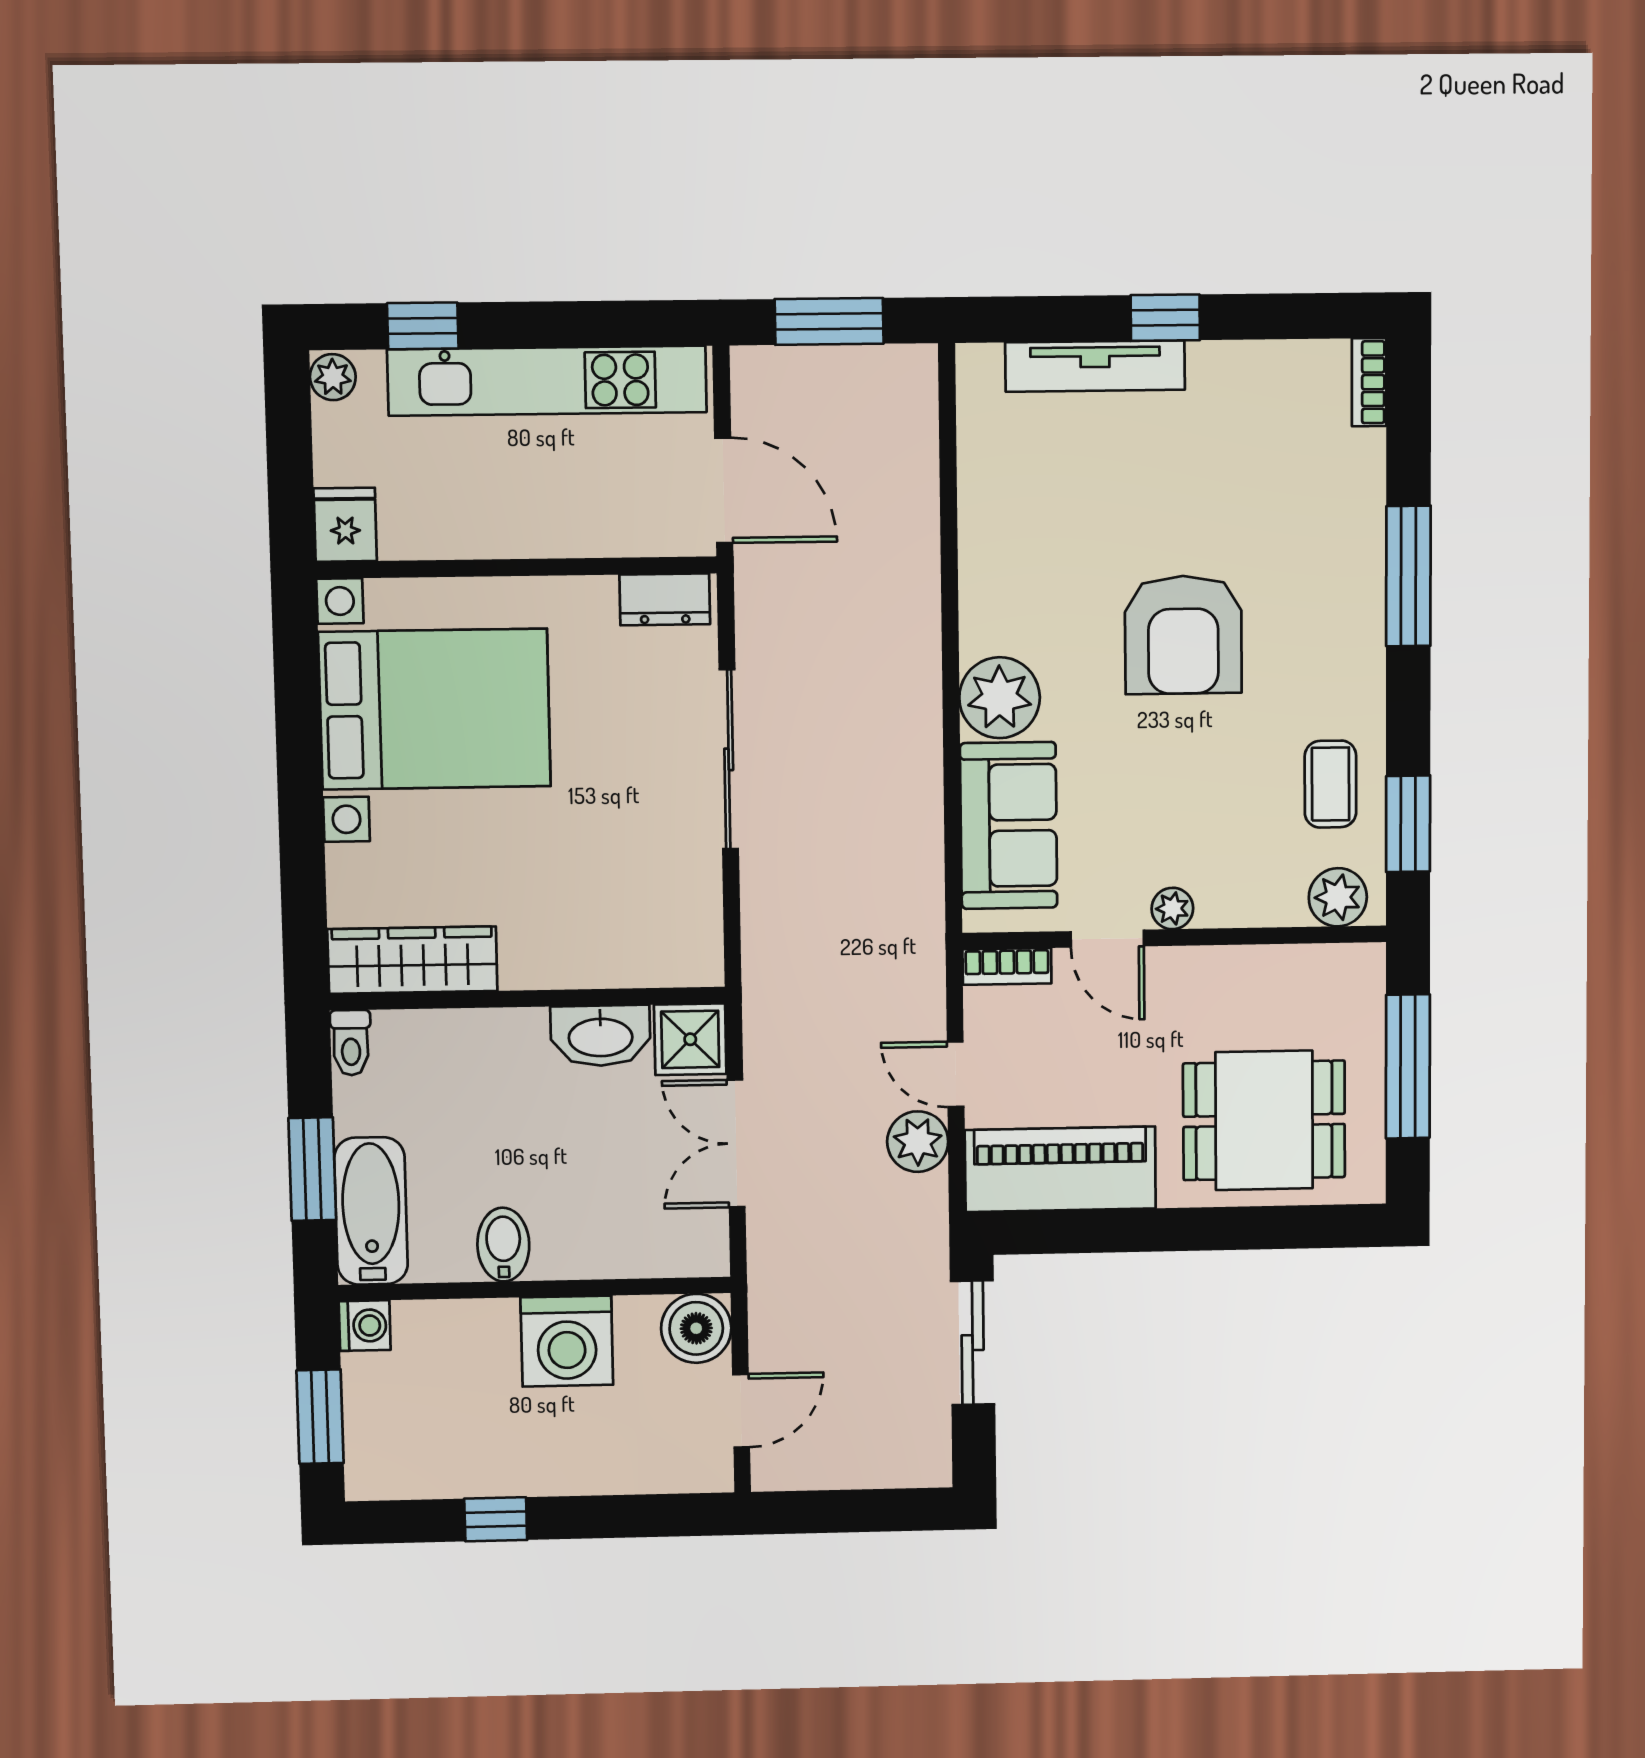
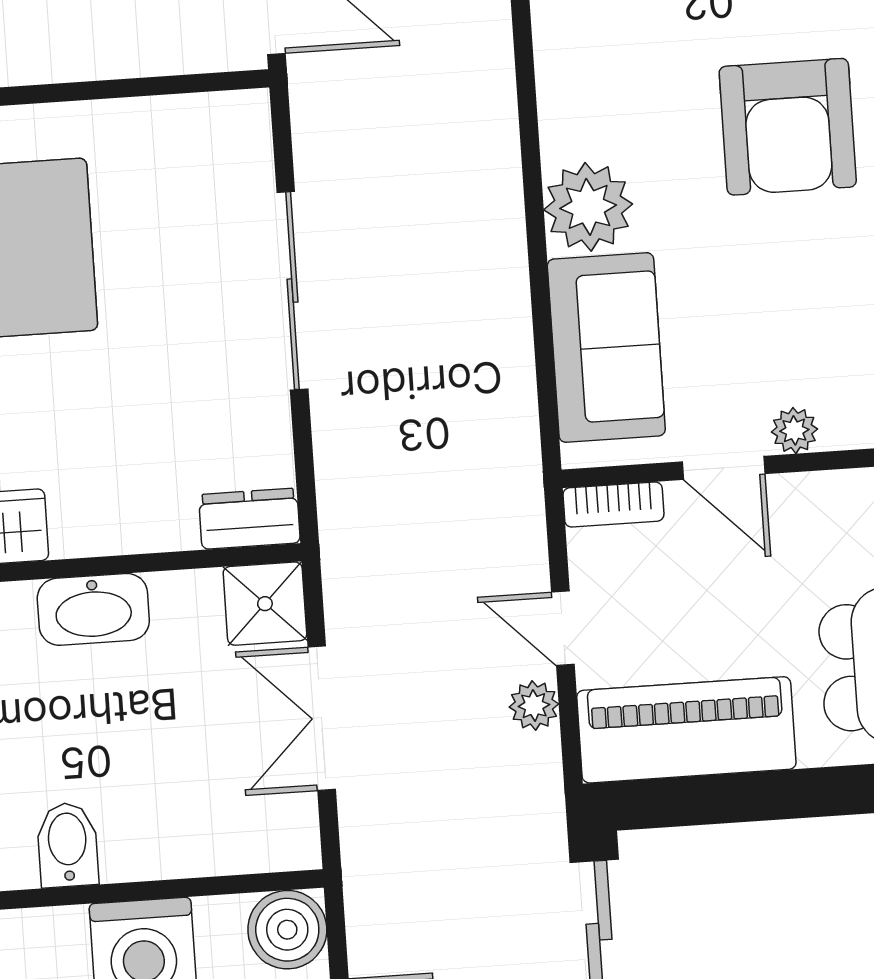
dresser: (665, 599) -> (249, 519), moved, turned 180
washbasin: (601, 1036) -> (93, 609), moved
plant: (918, 1142) -> (534, 706), width x0.73, depth x0.73

